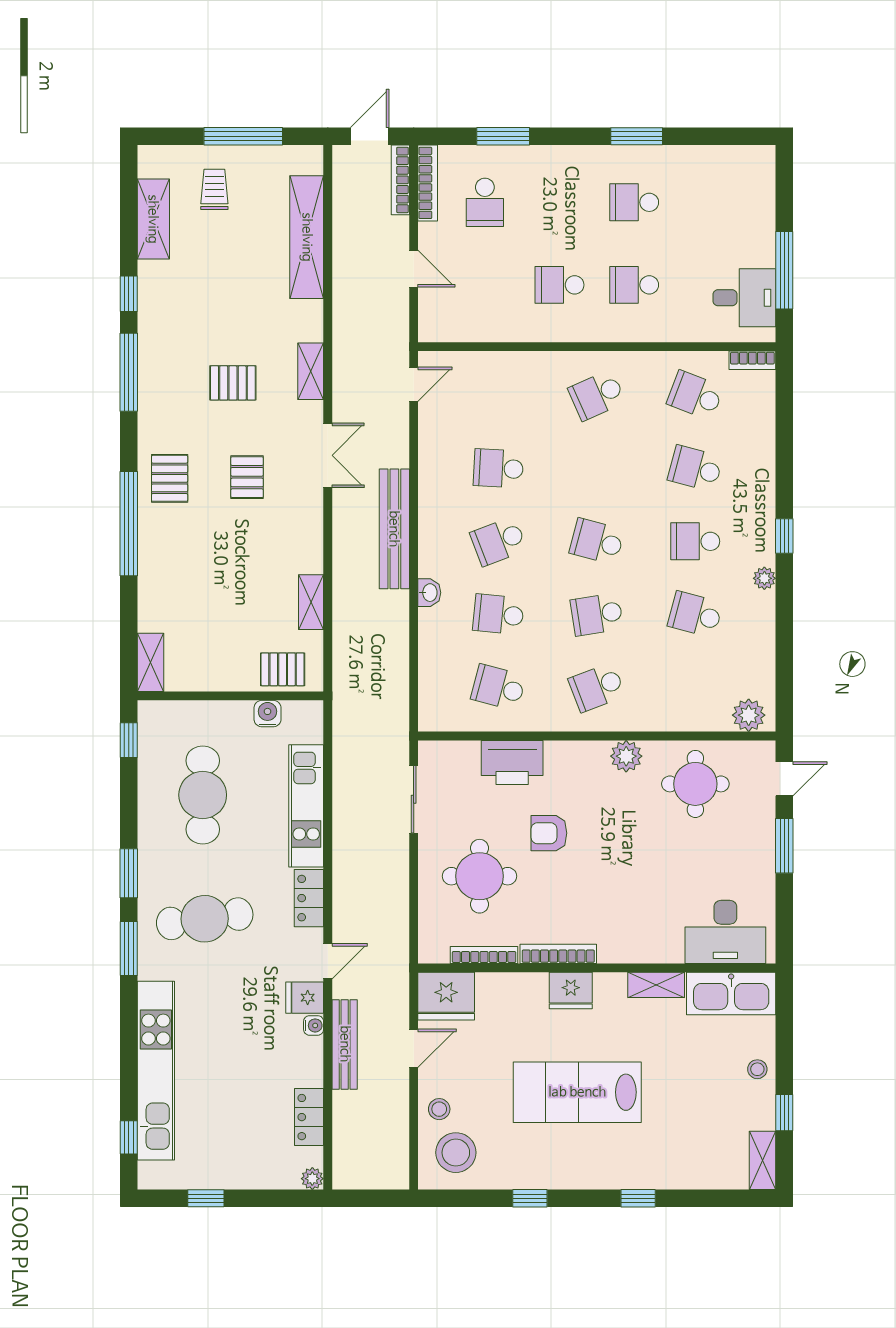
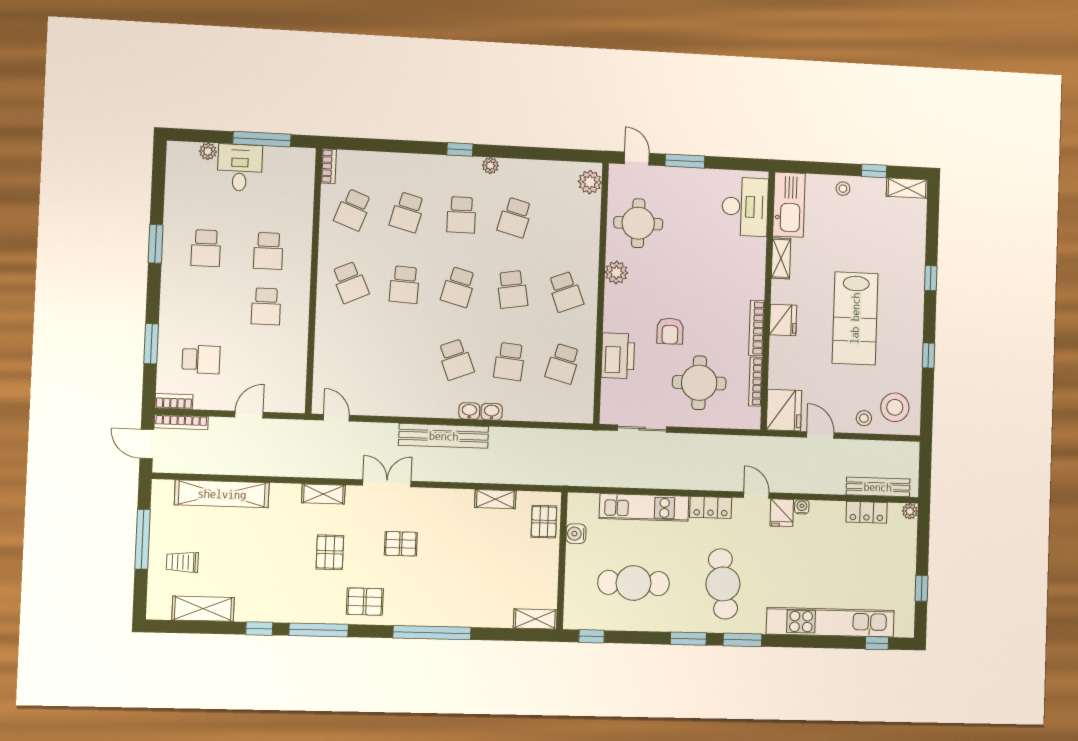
bookcase: (428, 183) -> (174, 401), width x0.64
plant: (764, 200) -> (208, 151), added
desk: (744, 298) -> (240, 168), moved
school desk: (498, 468) -> (404, 285), moved
pallet: (170, 478) -> (365, 602), moved
washbasin: (429, 562) -> (469, 411), added
bench: (345, 1044) -> (878, 487), moved

